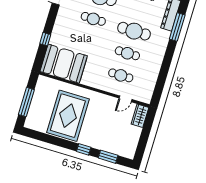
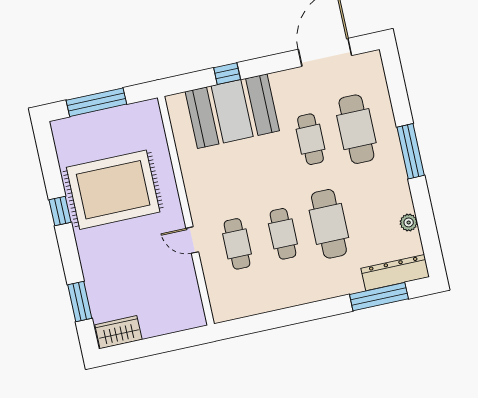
booth: (64, 64) -> (232, 111), moved, turned 90
door: (126, 99) -> (192, 240), moved
wardrobe: (140, 116) -> (118, 332), moved
window: (84, 149) -> (60, 211), moved

